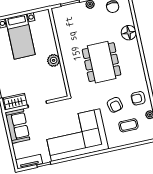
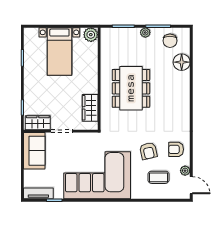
floor lamp: (129, 33) -> (182, 62), moved
plant: (54, 60) -> (91, 35), moved
dining table: (102, 62) -> (131, 88), moved
wardrobe: (57, 79) -> (90, 108), added

